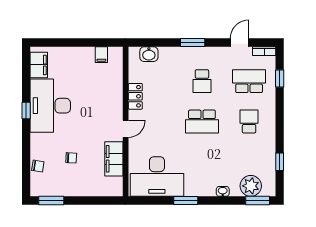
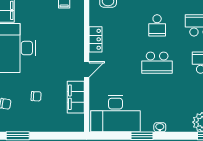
washbasin: (223, 191) -> (160, 127), moved

